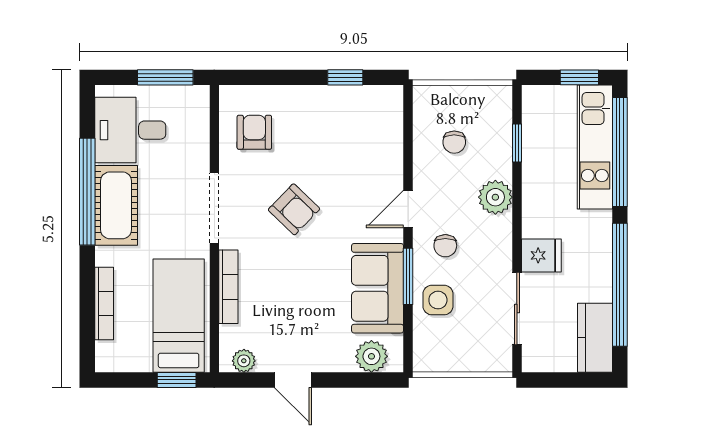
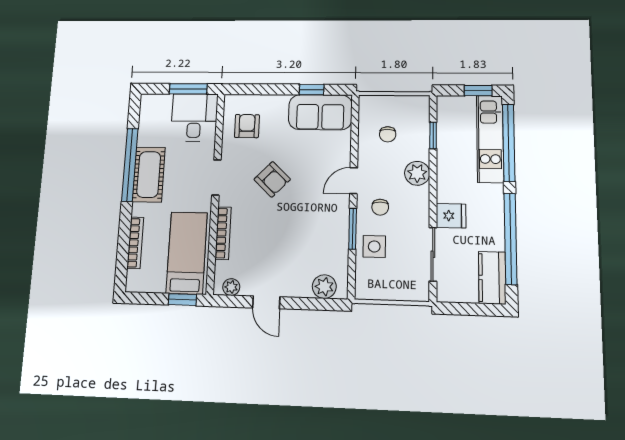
desk: (130, 130) -> (194, 117), moved, turned 90
doorway: (214, 208) -> (216, 177), width x0.73
sofa: (378, 288) -> (320, 112), moved, turned -90

